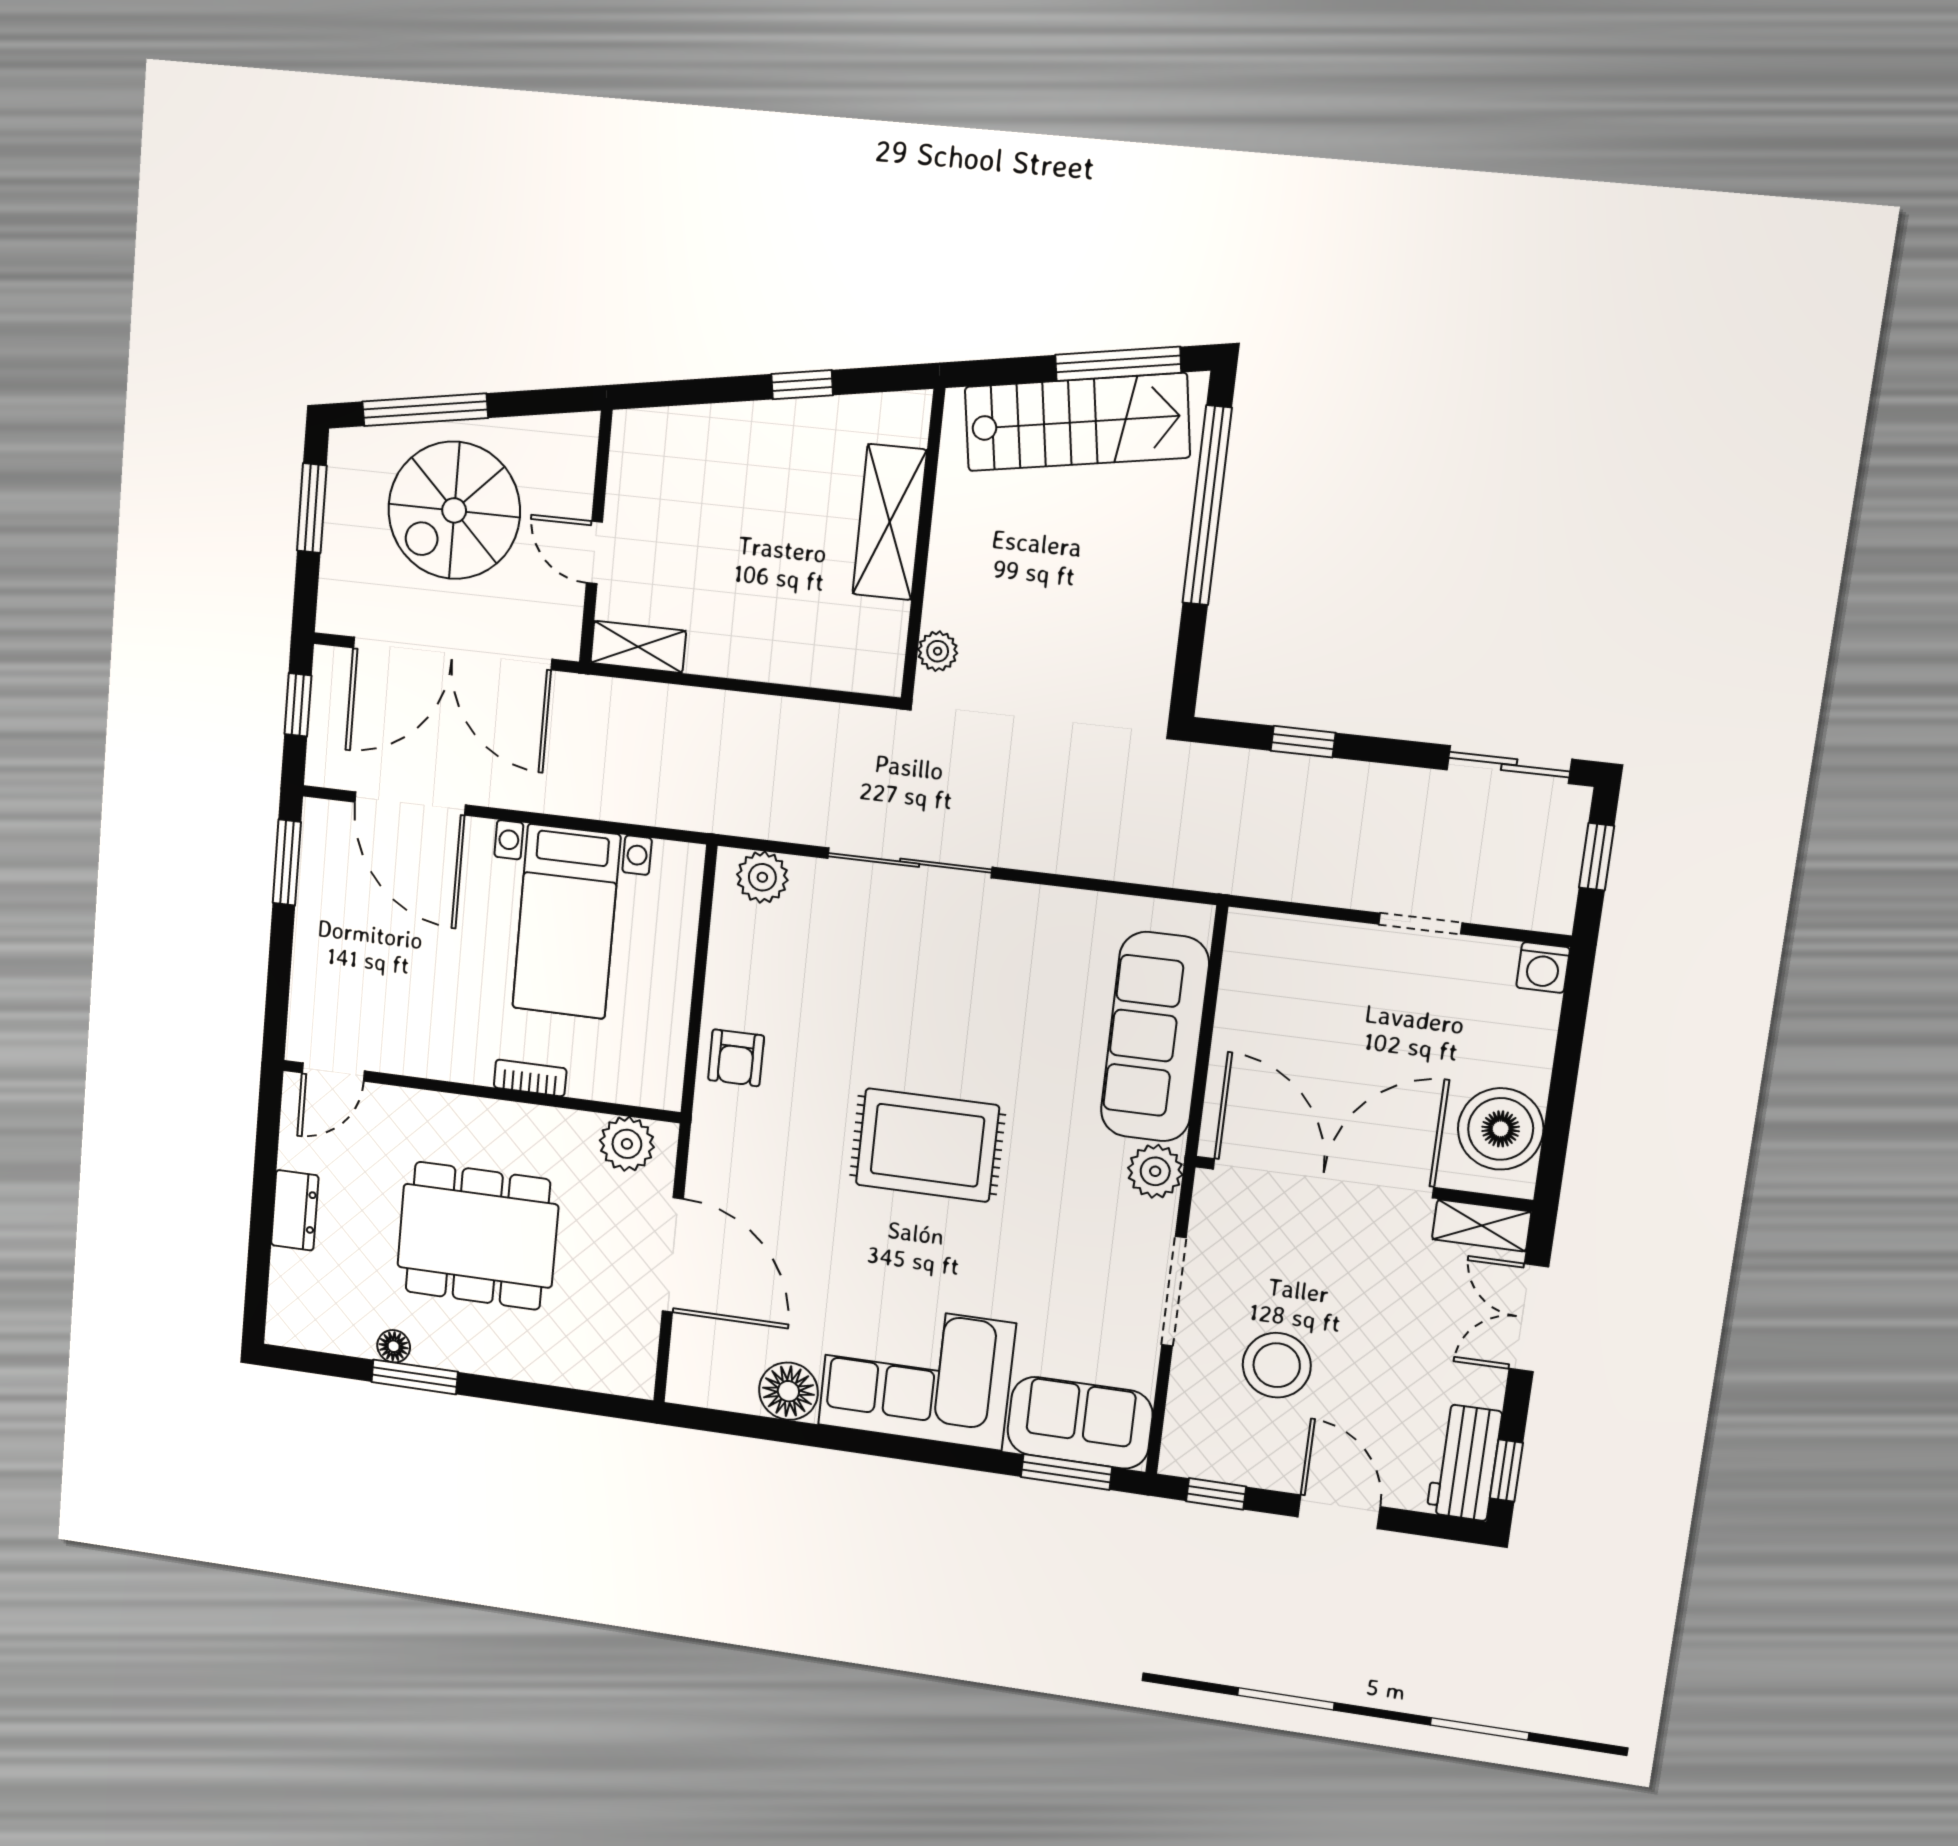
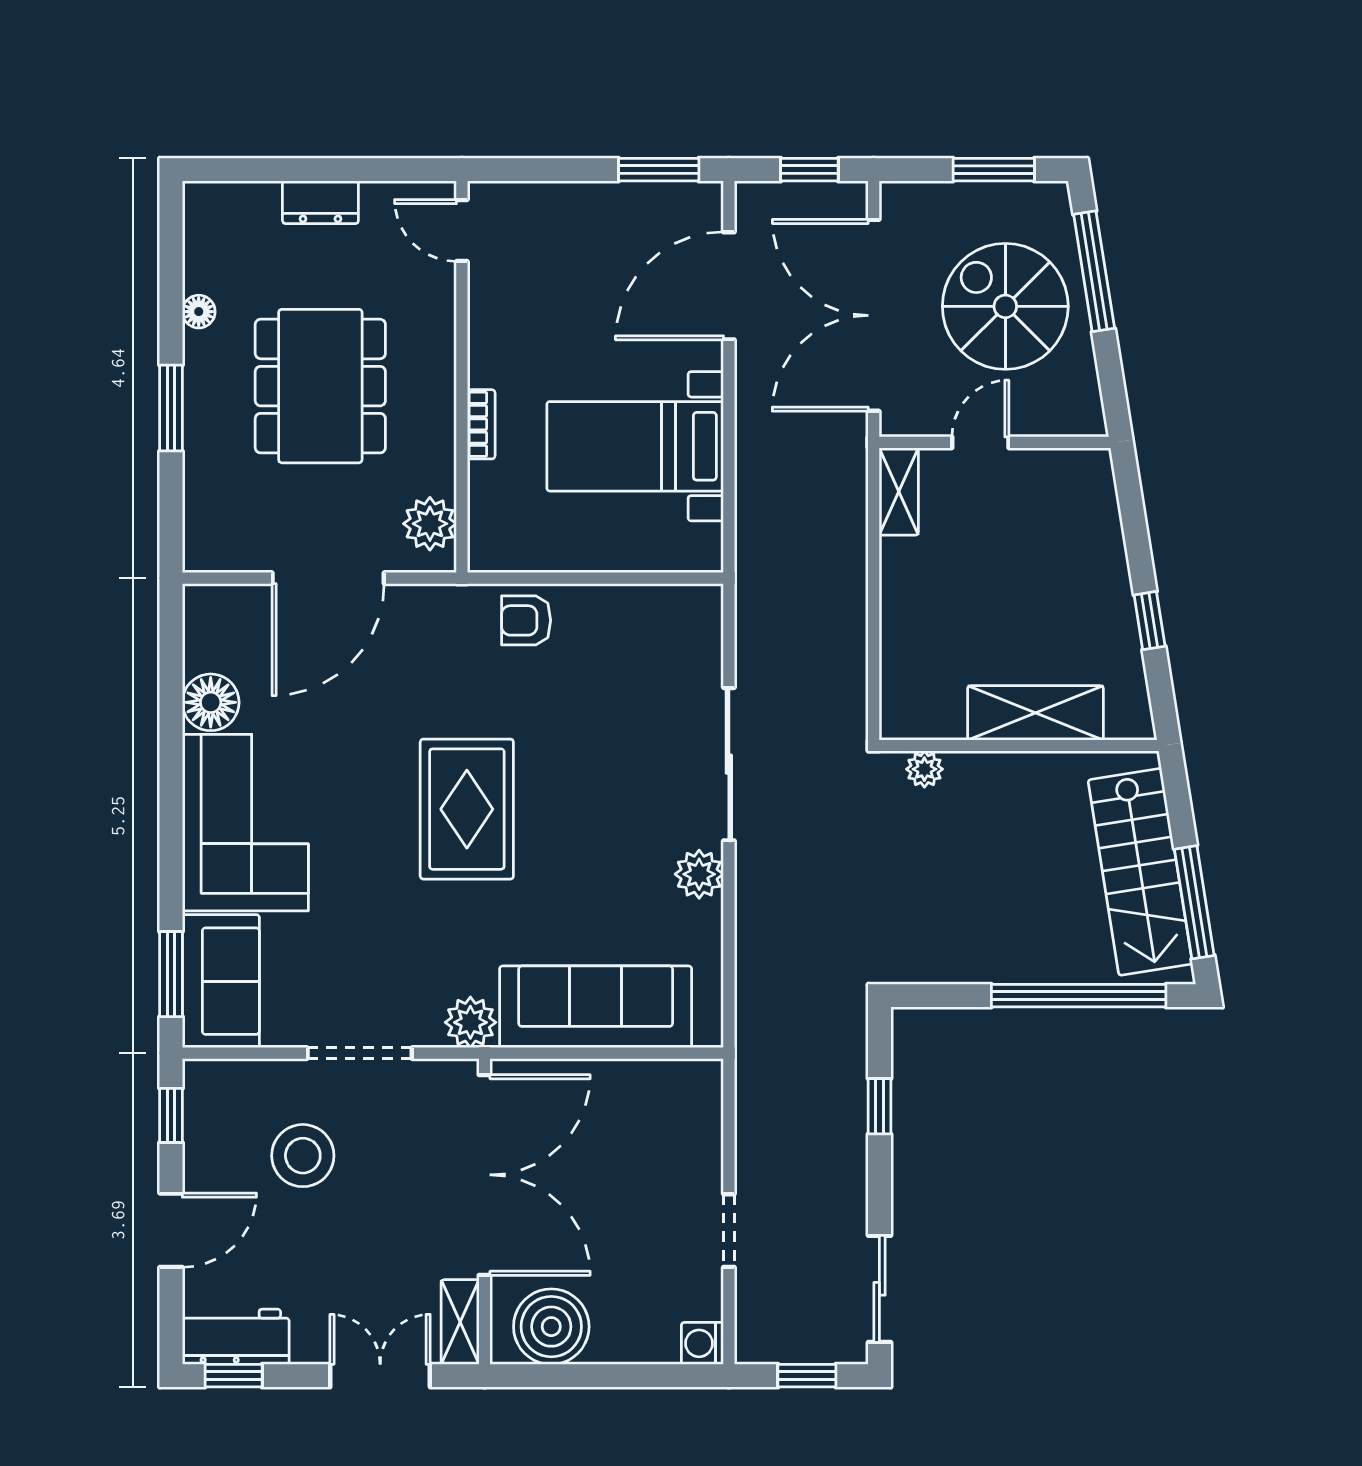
plant: (762, 877) -> (699, 874), moved
window: (415, 1377) -> (171, 408), moved

